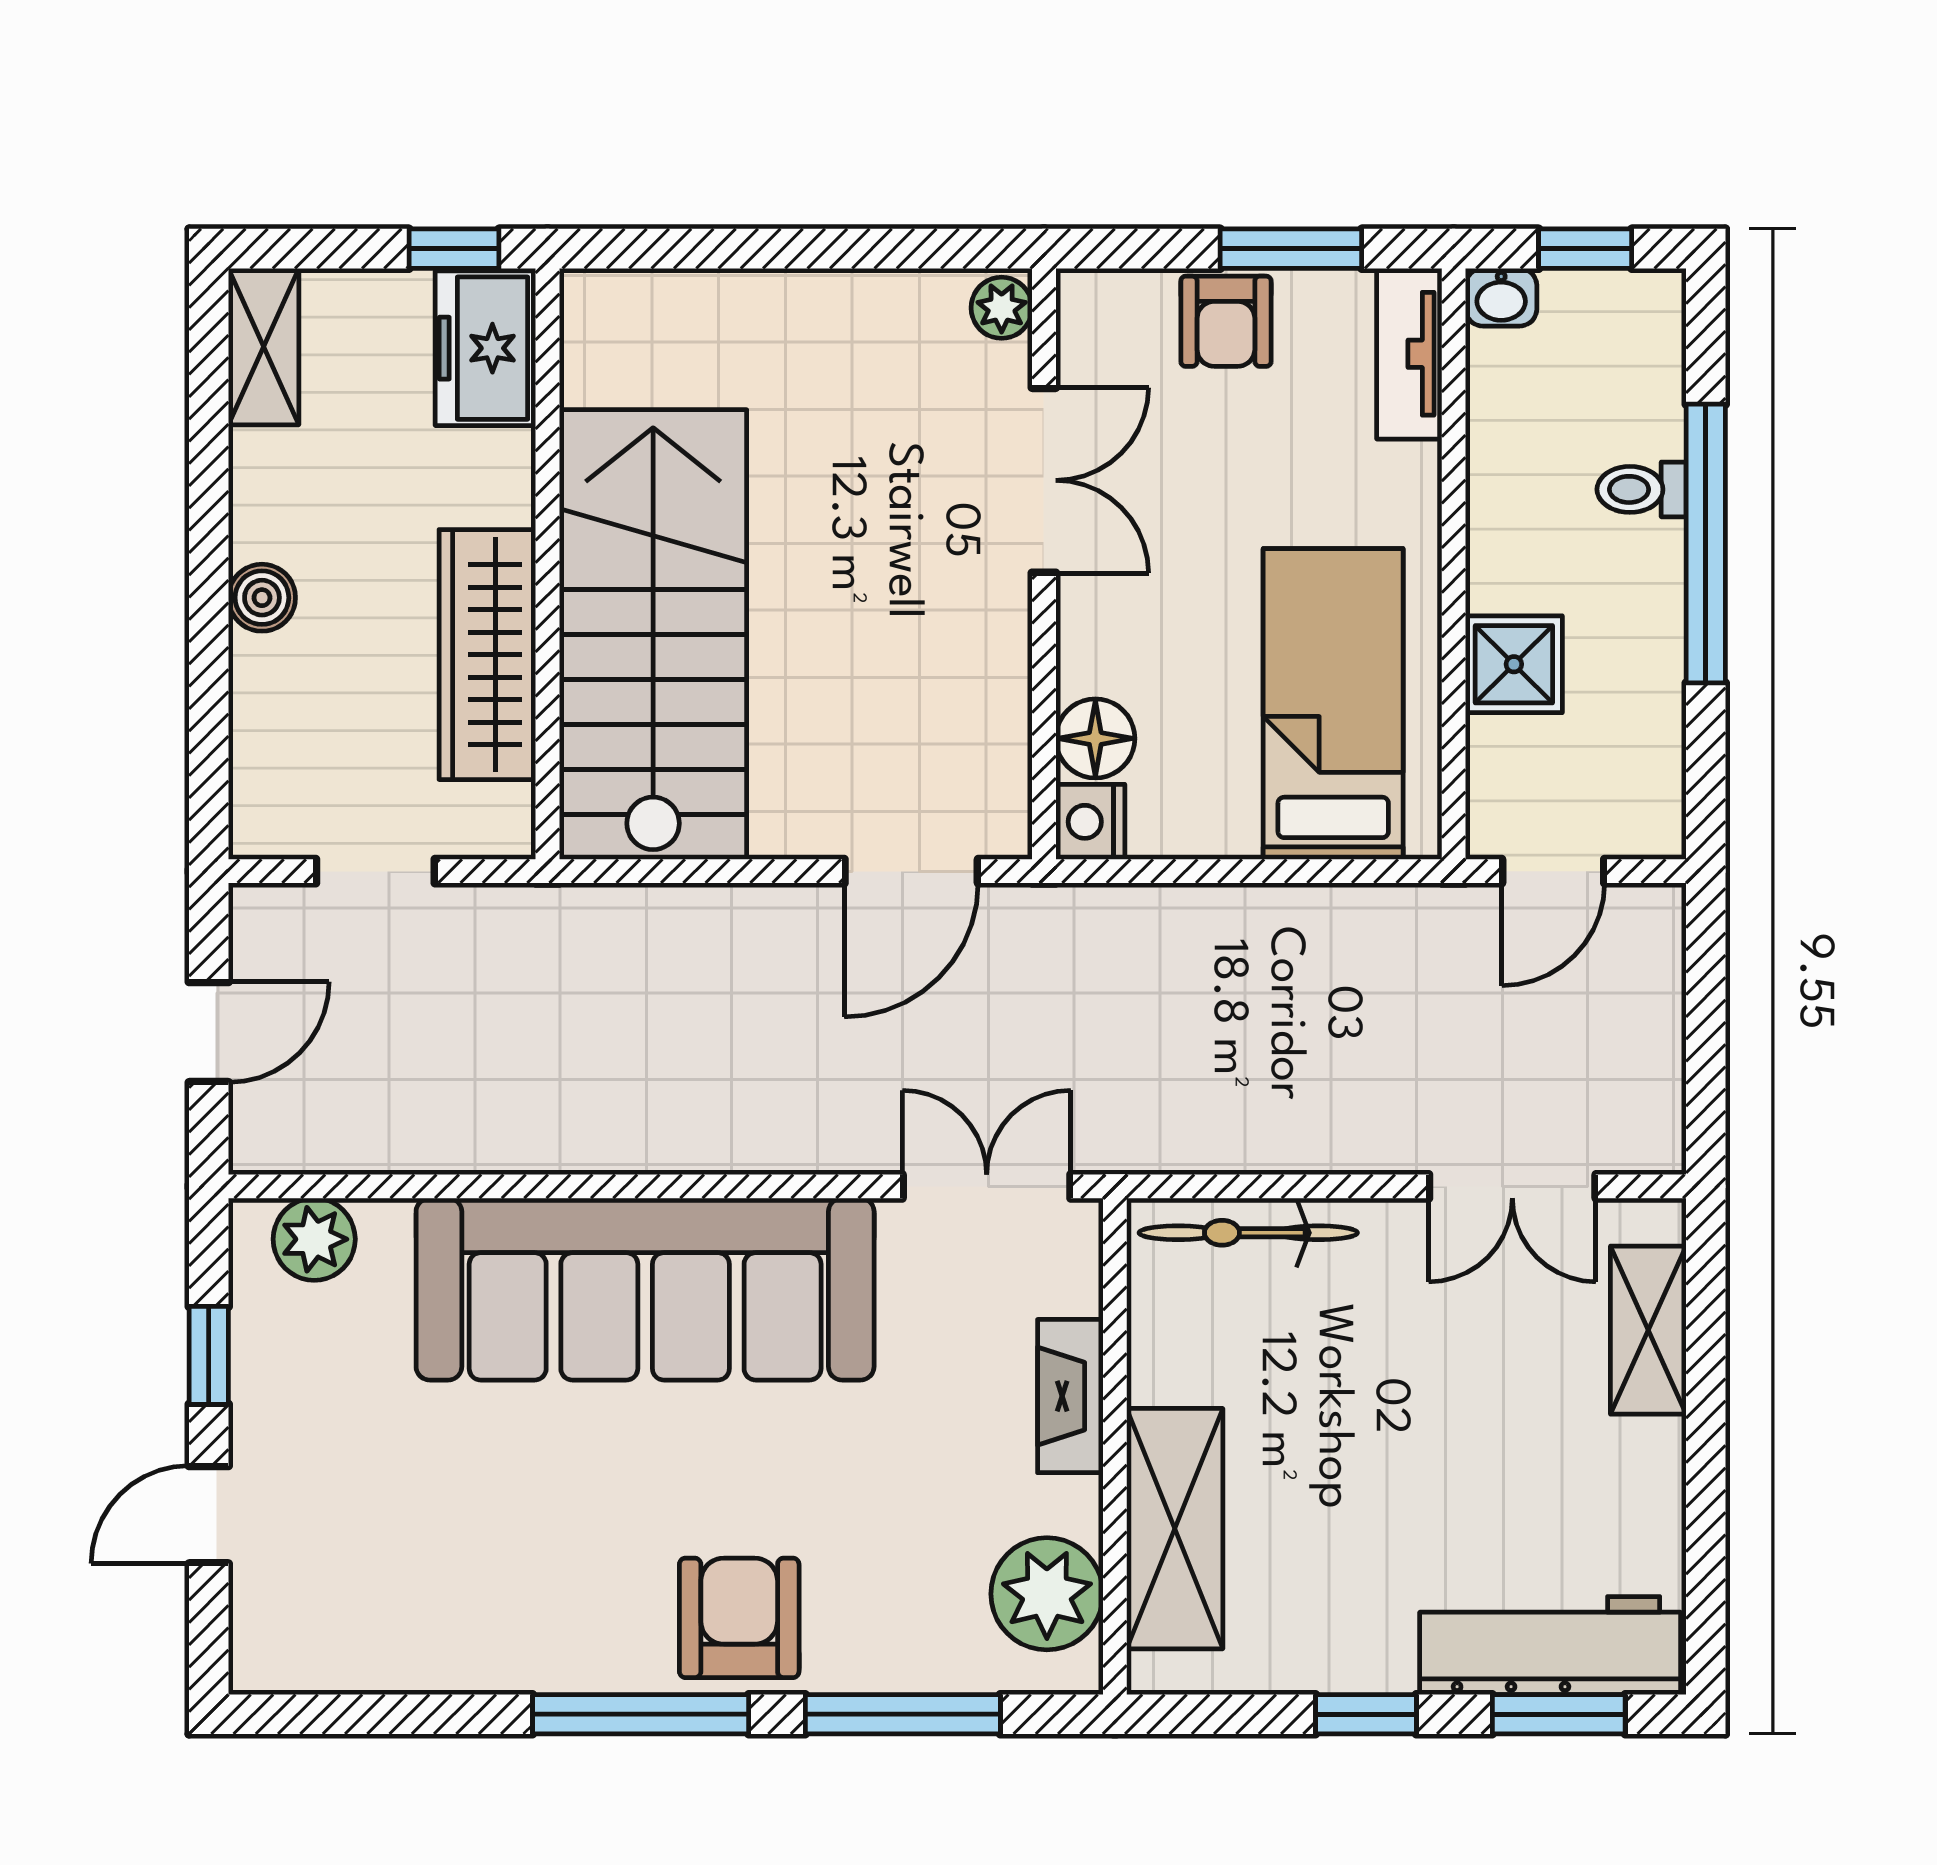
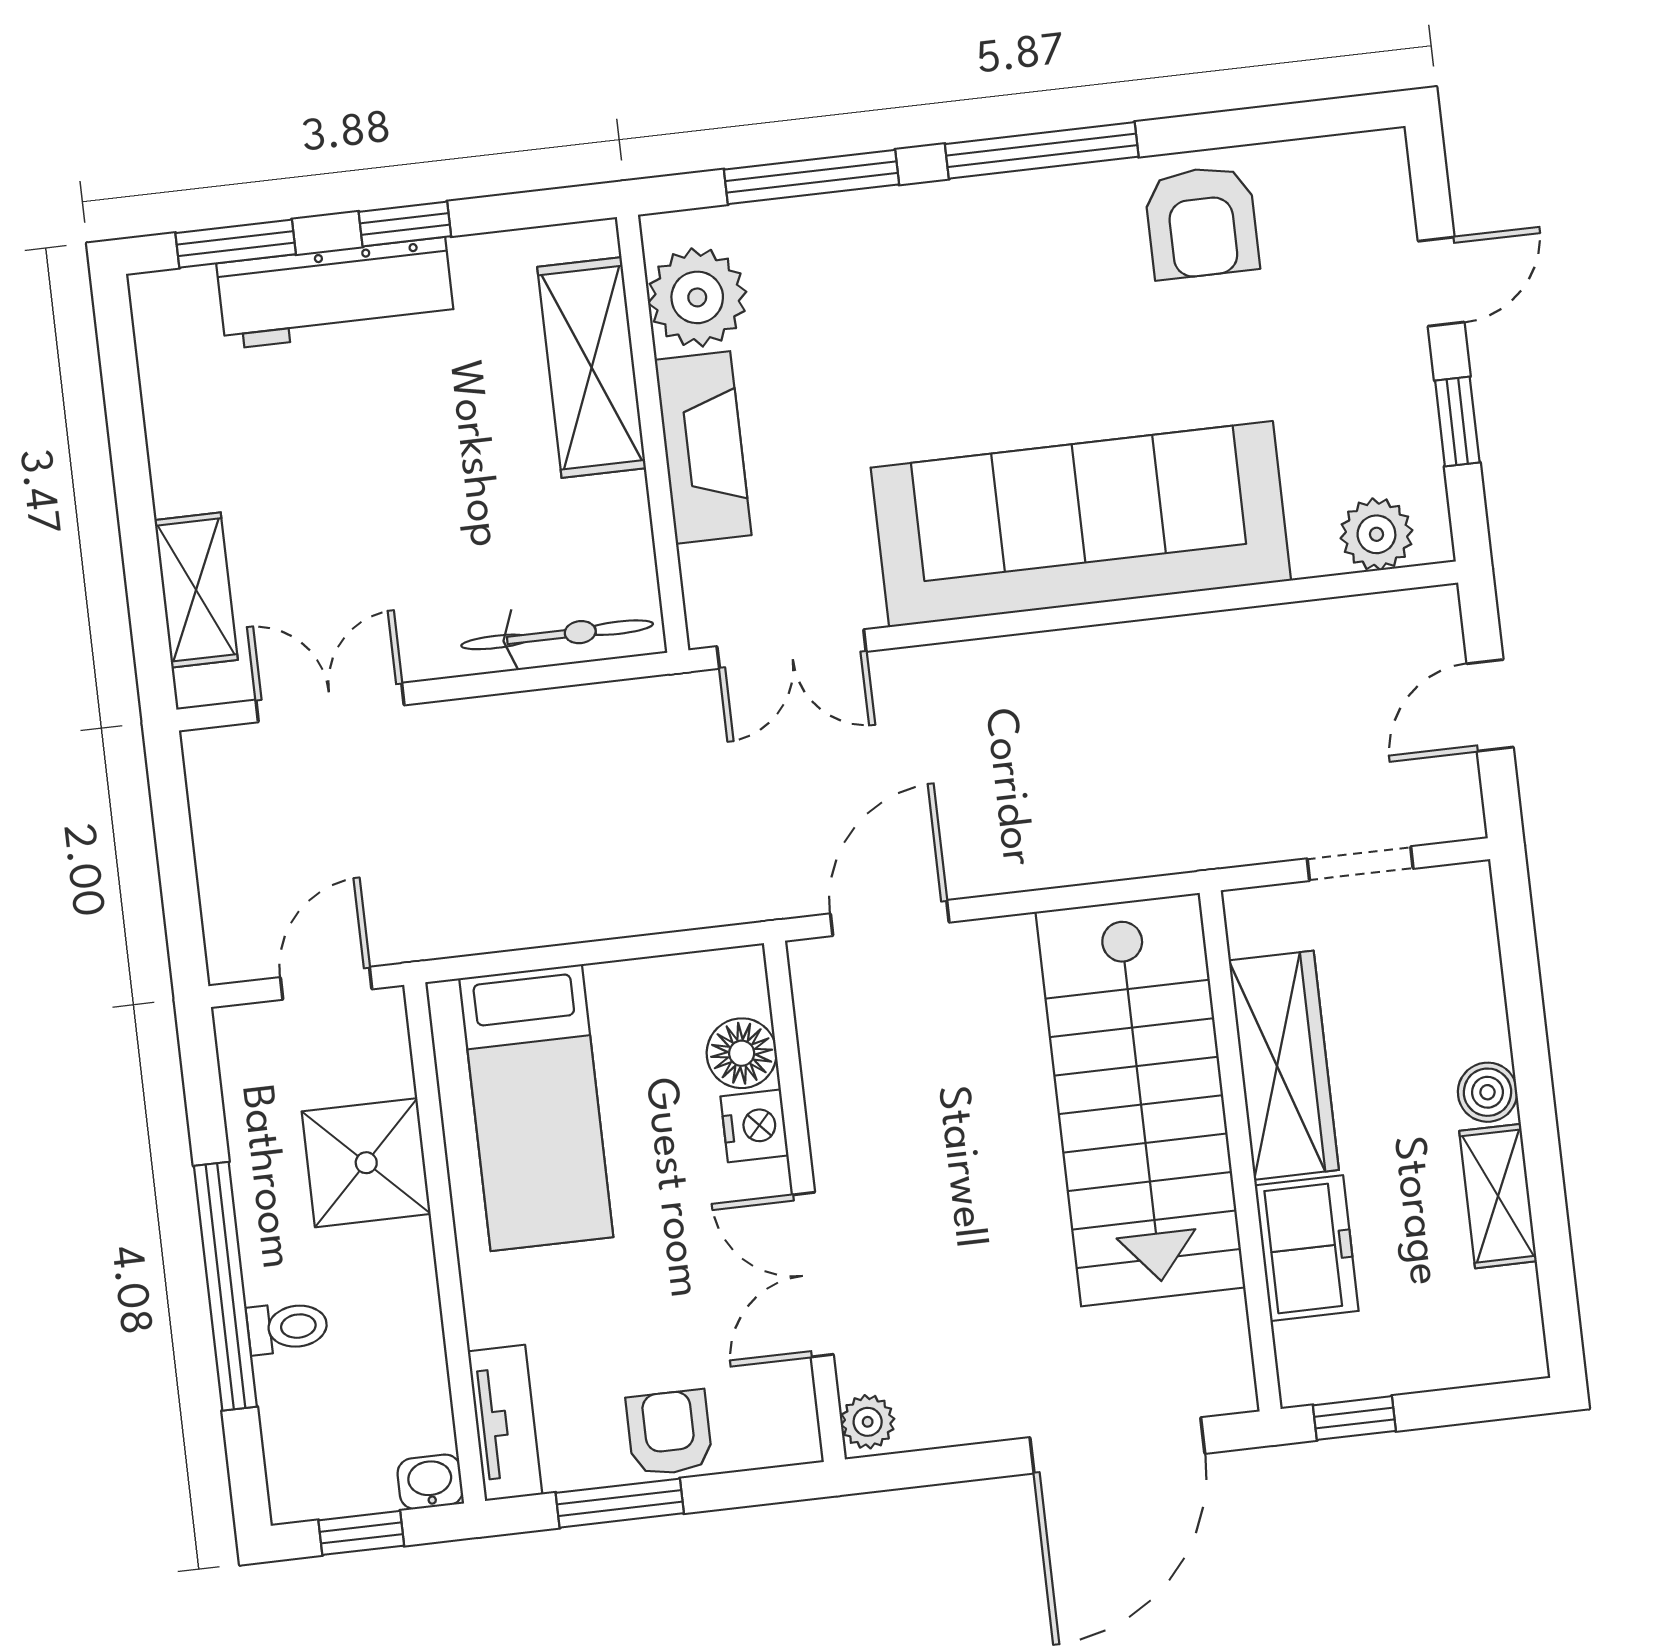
door: (724, 249) -> (1117, 1445), added
shelving: (264, 347) -> (1498, 1196), moved
freezer: (485, 348) -> (1307, 1248), moved
shower: (1514, 664) -> (366, 1163), width x1.36, depth x1.36
nightstand: (1090, 822) -> (754, 1126), moved
fireplace: (1070, 1396) -> (703, 447), width x1.37, depth x1.32
armchair: (739, 1618) -> (1202, 222), moved
workbench: (1550, 1646) -> (336, 293), moved

